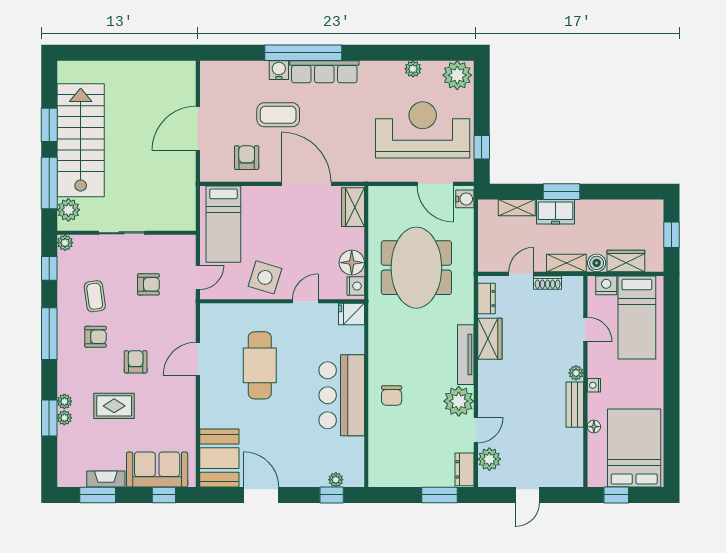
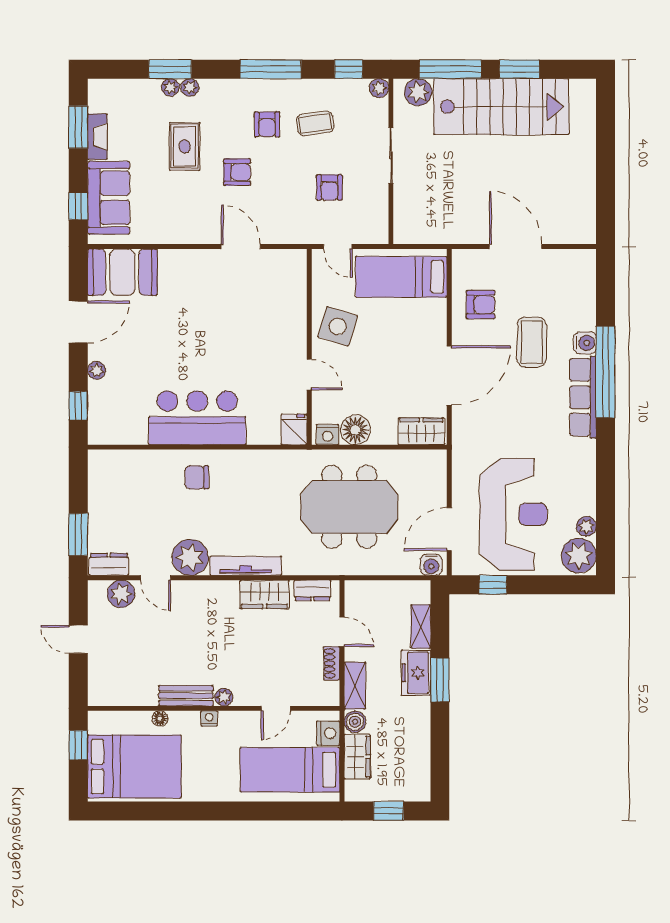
plant: (413, 69) -> (586, 526), moved
cafe table: (260, 365) -> (233, 320), removed
plant: (336, 480) -> (96, 370), moved

